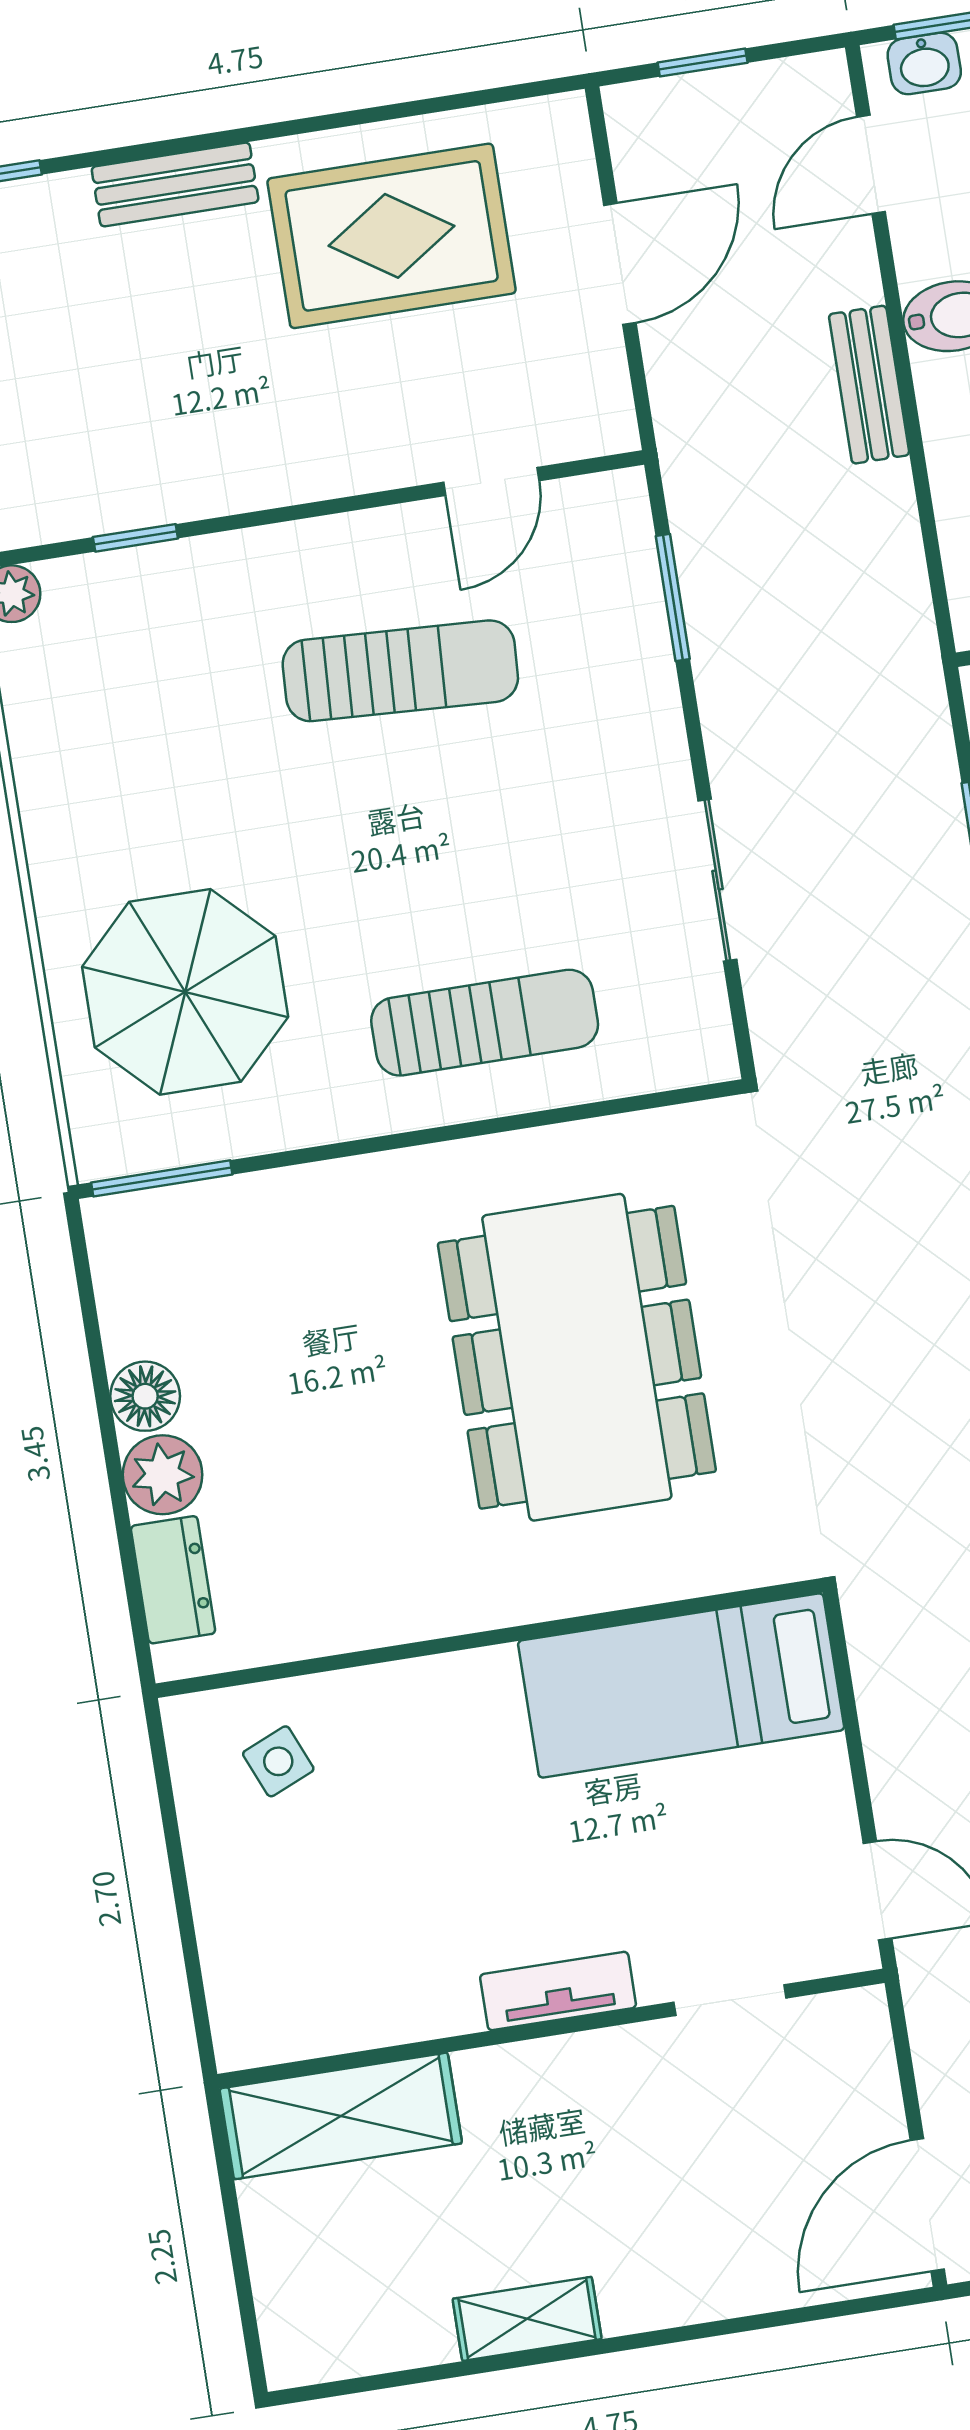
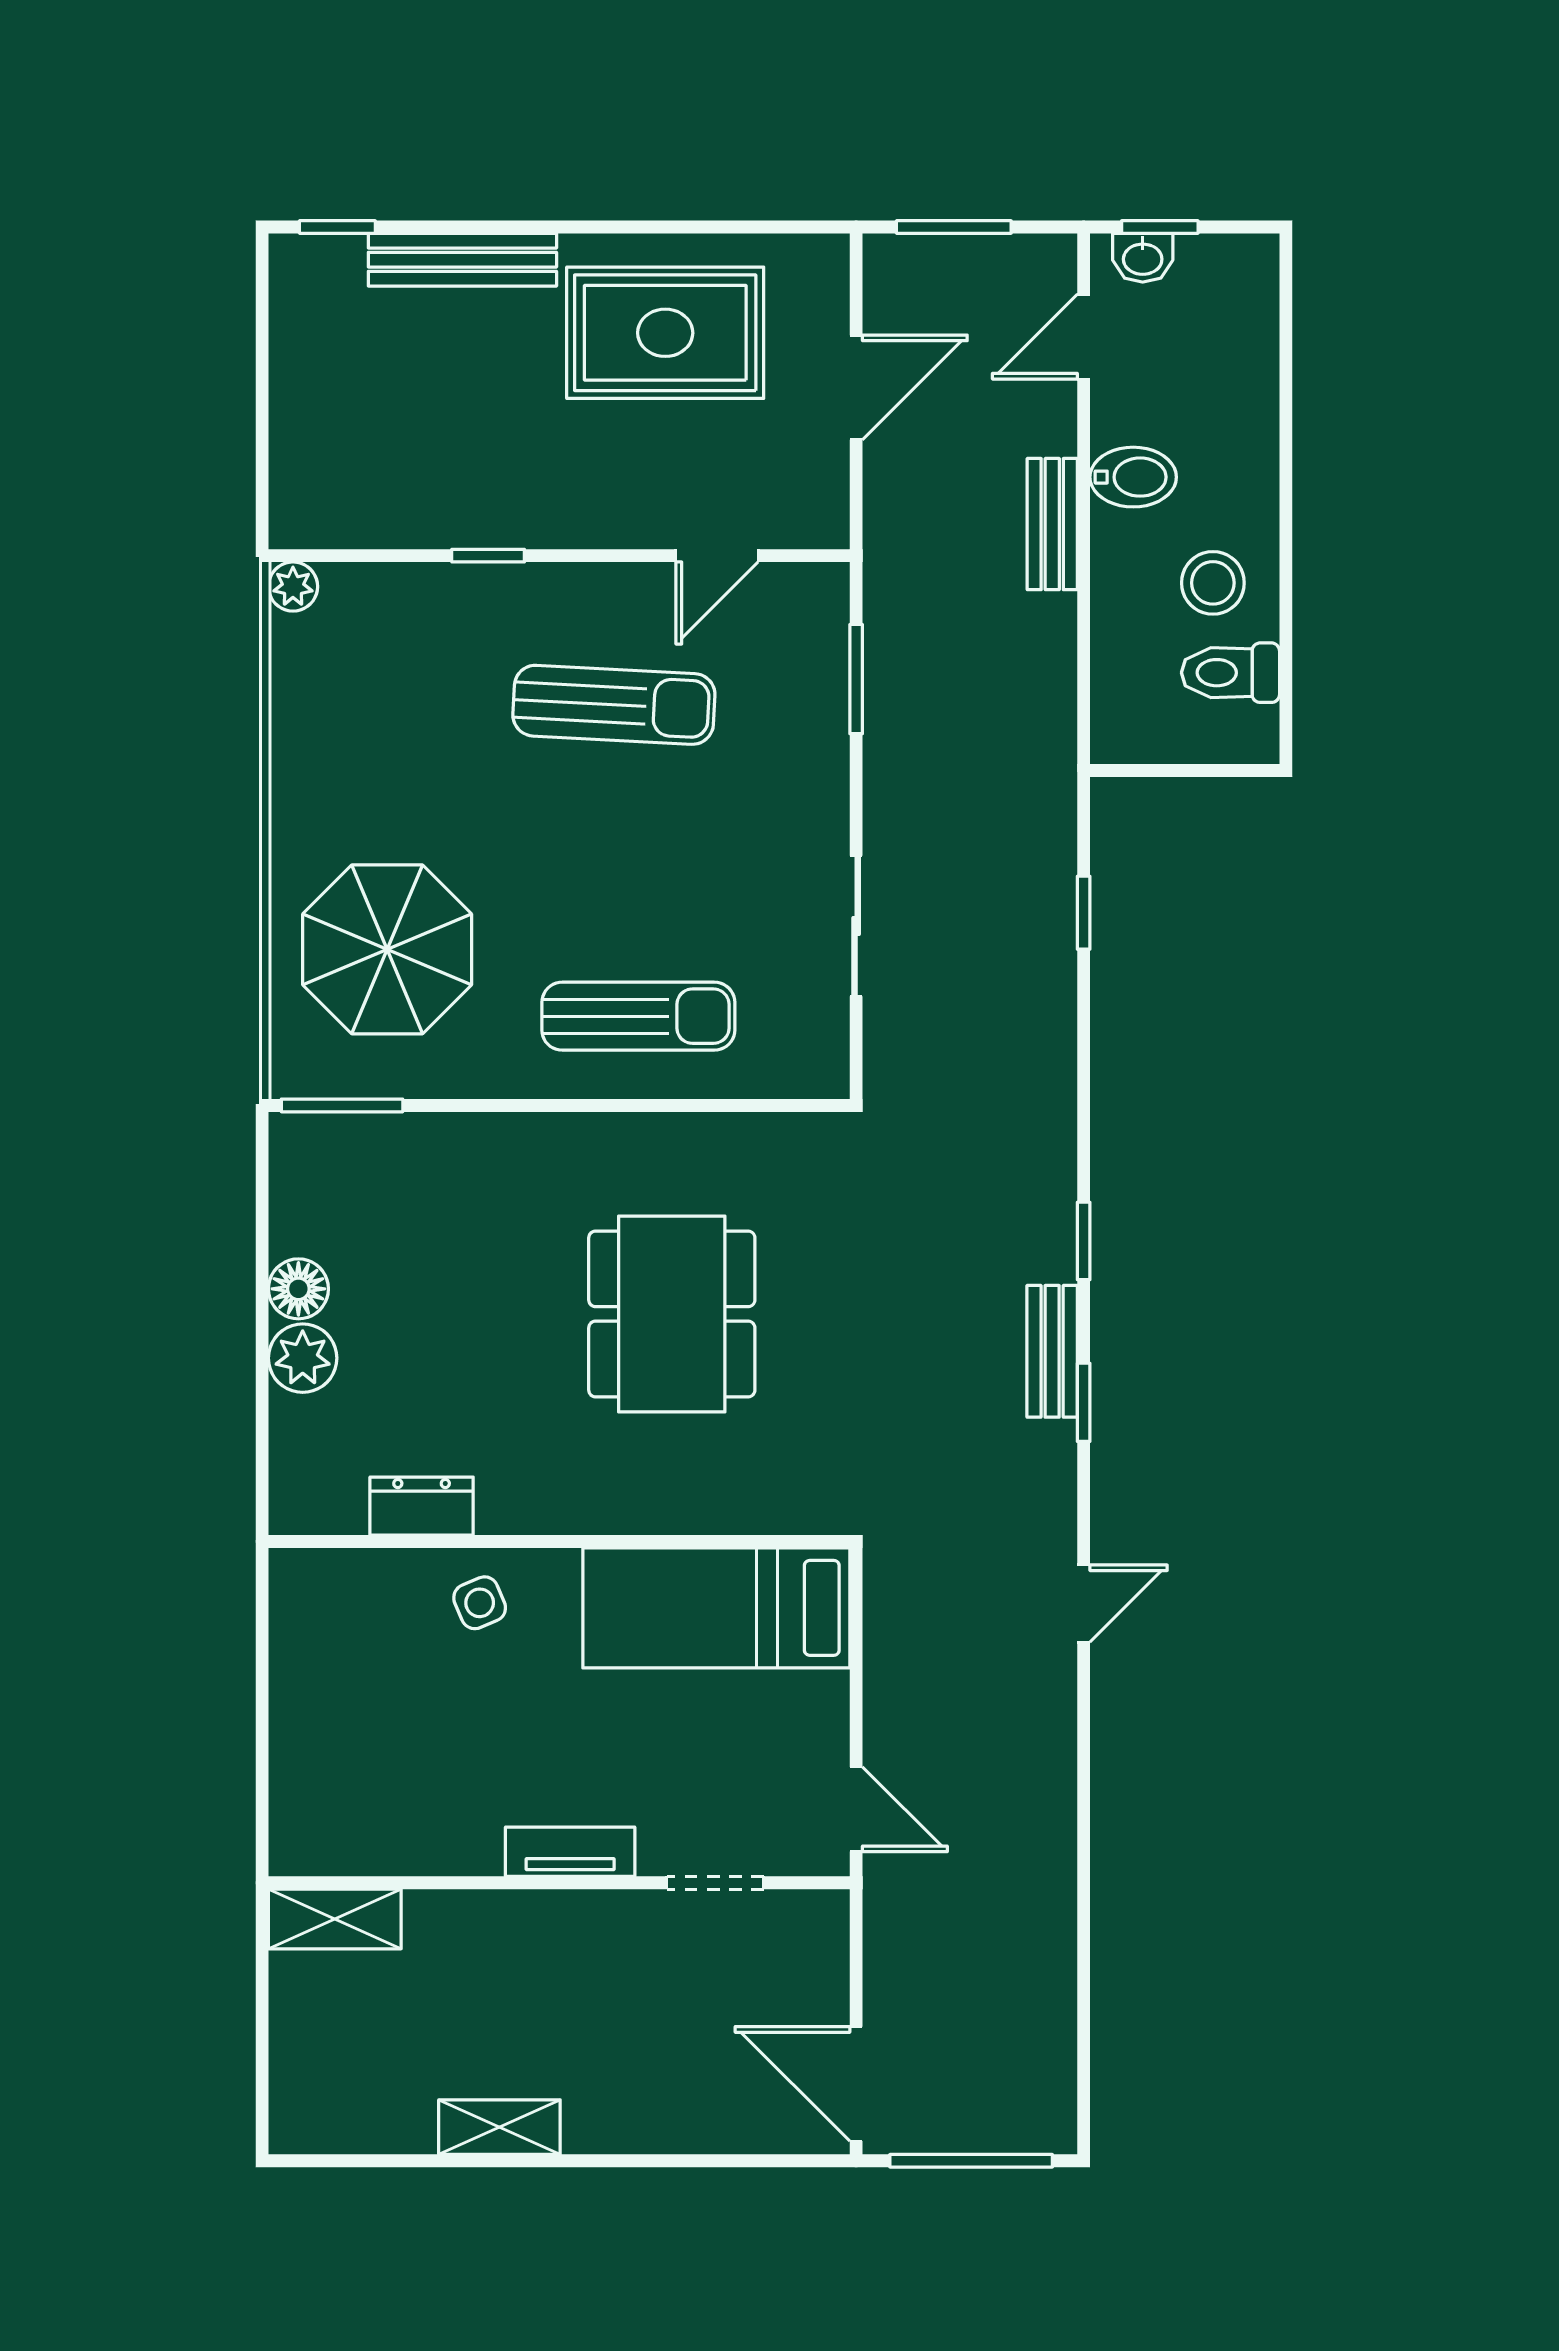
window: (703, 63) -> (954, 227), width x1.50
bench: (175, 184) -> (462, 260), width x1.36
window: (135, 538) -> (488, 556), moved
dining table: (577, 1357) -> (672, 1314), width x0.73, depth x0.80
dresser: (173, 1580) -> (422, 1506), moved, turned -90
side table: (278, 1761) -> (480, 1603), moved
shelving: (341, 2116) -> (335, 1919), width x0.67, depth x0.75
door: (927, 2205) -> (856, 2084), hinge flipped

